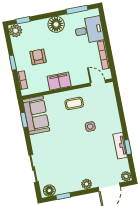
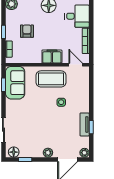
filing cabinet: (59, 81) -> (52, 56), moved
coffee table: (74, 103) -> (51, 79), width x1.86, depth x1.72

